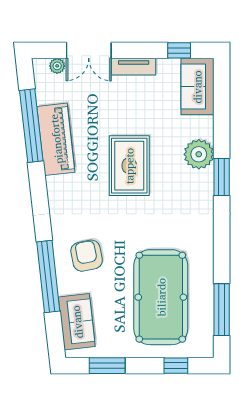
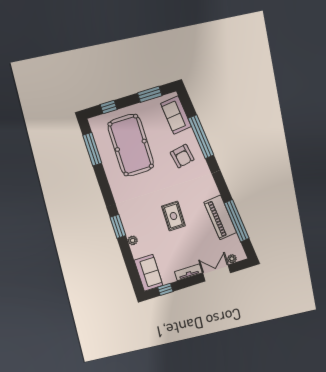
plant: (199, 154) -> (133, 240), width x0.53, depth x0.53
rug: (129, 166) -> (173, 216), width x0.73, depth x0.70

